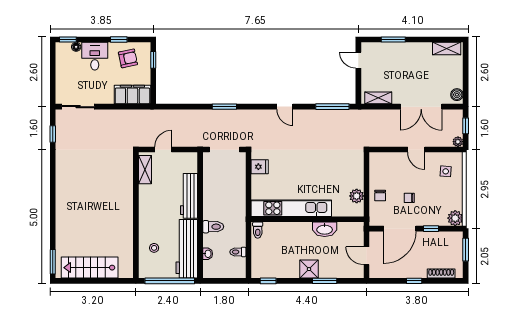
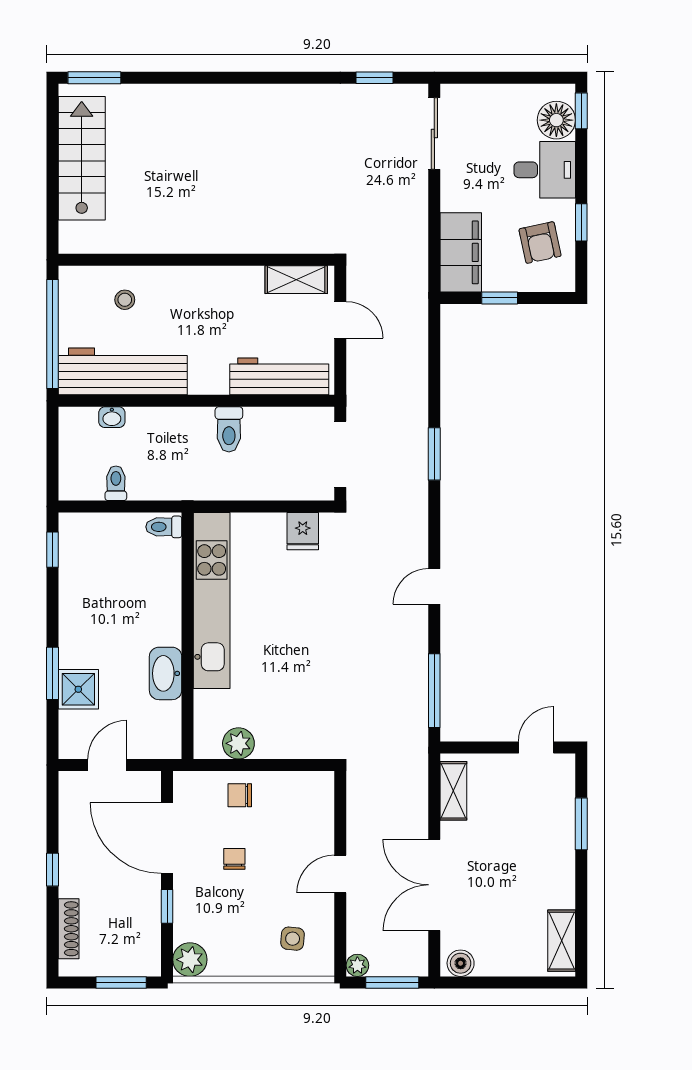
floor lamp: (76, 47) -> (556, 120), width x1.89, depth x1.89
window: (153, 60) -> (500, 298), moved
window: (466, 126) -> (392, 982), width x1.50
workbench: (189, 196) -> (279, 376), moved
toilet: (213, 227) -> (229, 429), moved
shower: (309, 269) -> (78, 689), moved

